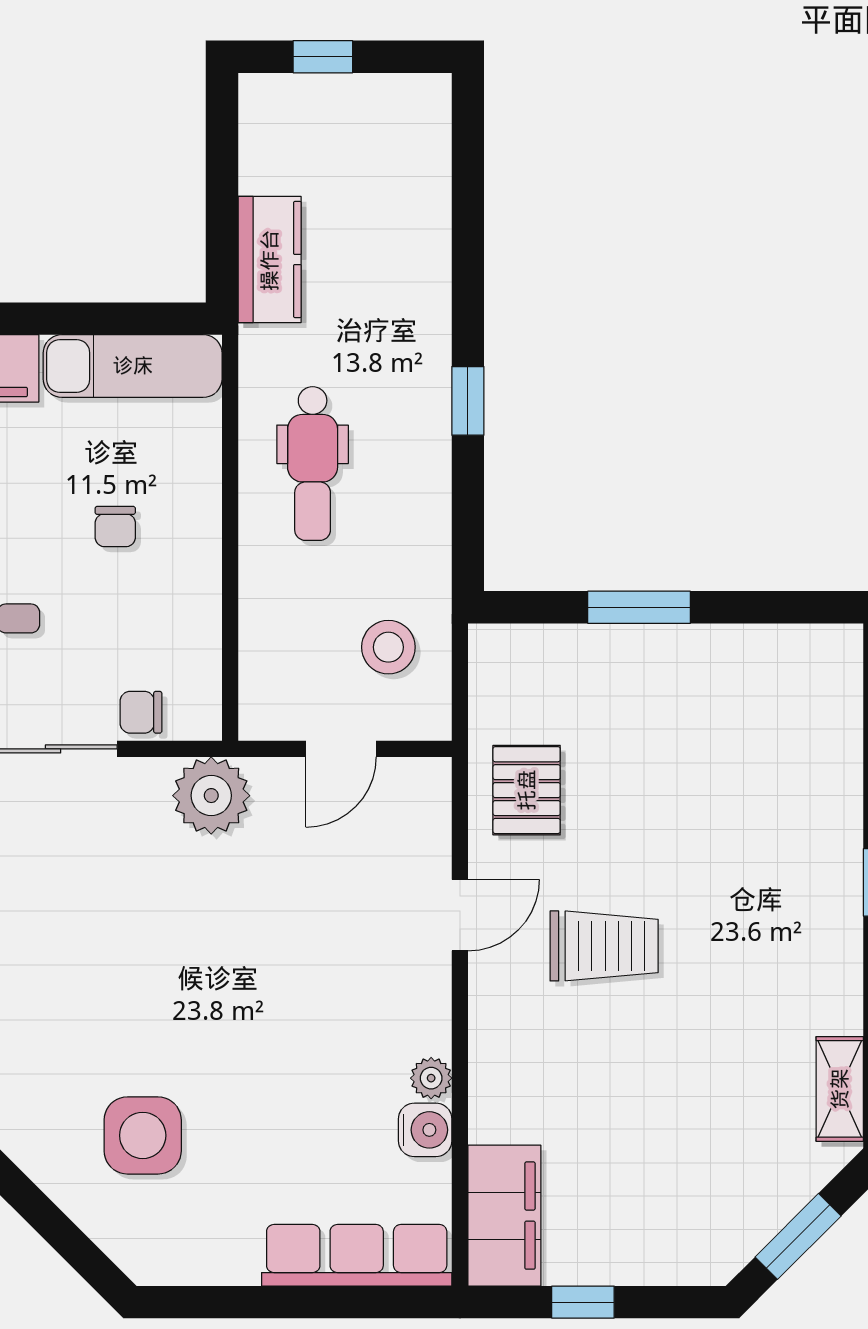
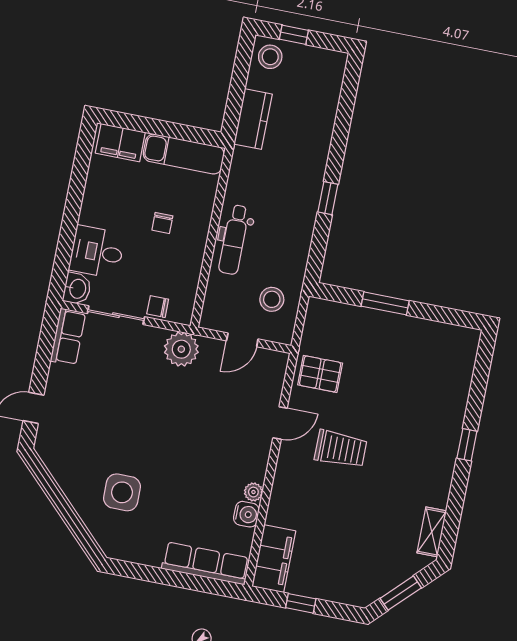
stool: (281, 115) -> (270, 57), added
dental chair: (313, 464) -> (234, 240), moved
pallet: (527, 790) -> (320, 374), turned 90

